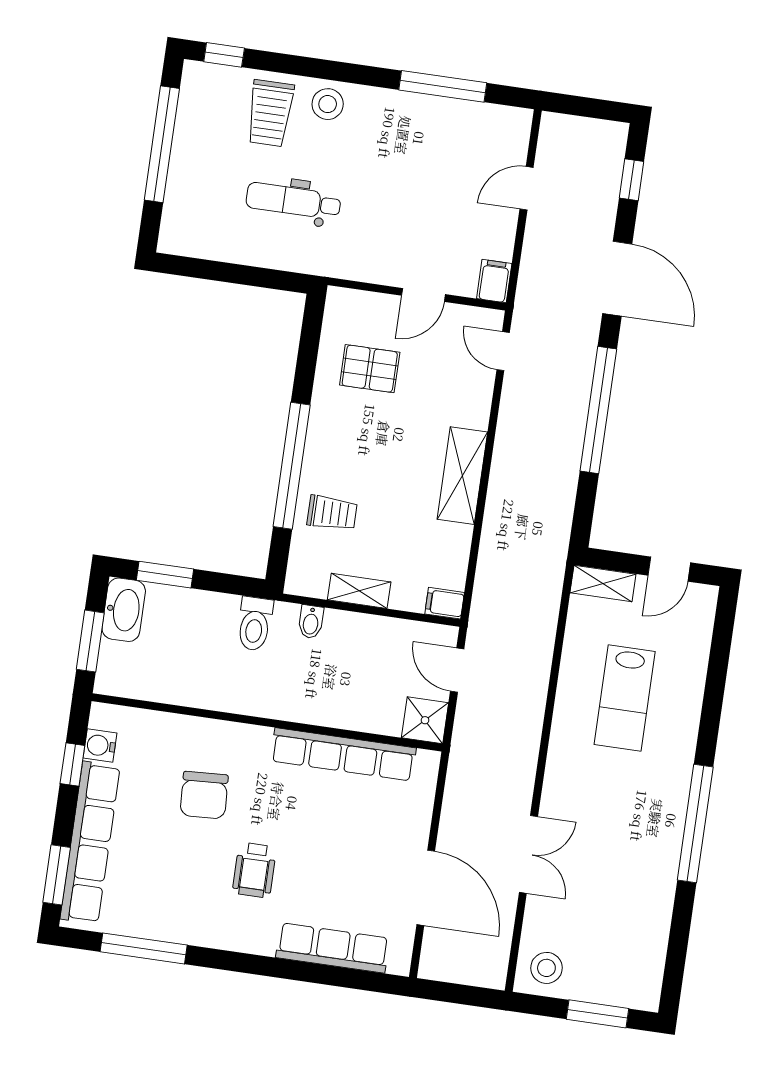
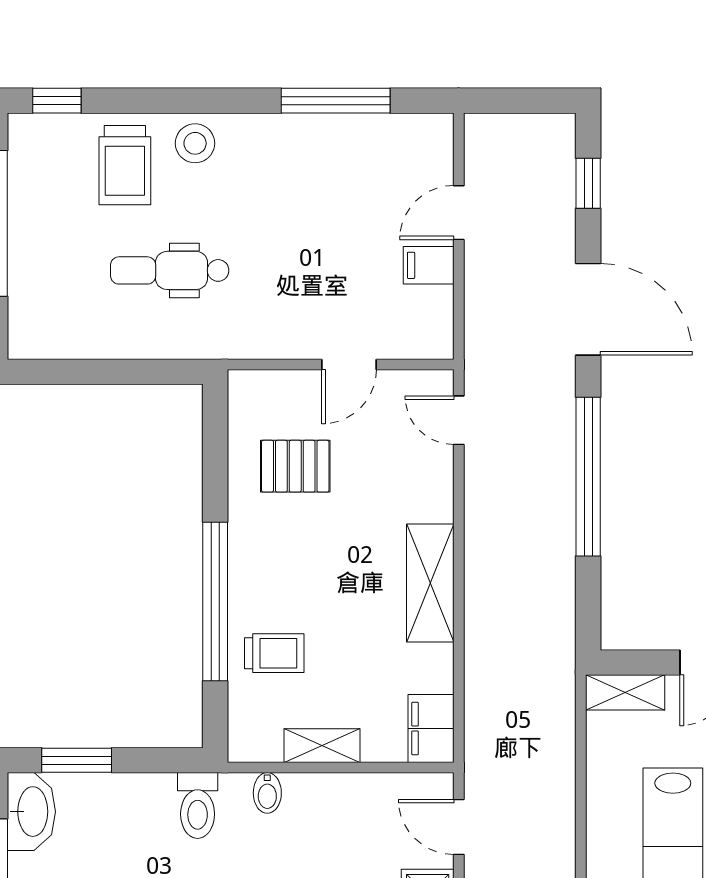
filing cabinet: (494, 281) -> (429, 265), moved, turned -90
filing cabinet: (445, 603) -> (431, 729), width x2.00

